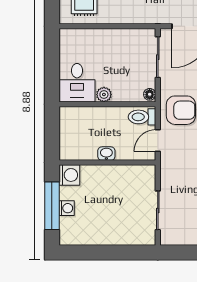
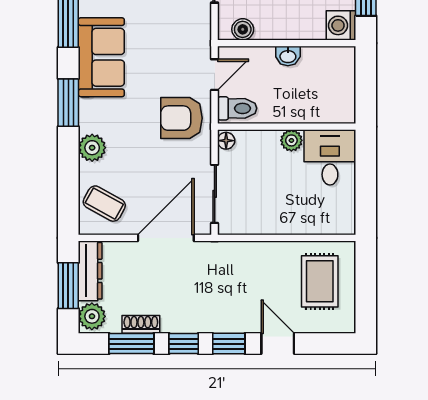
boiler: (138, 172) -> (243, 29), added

